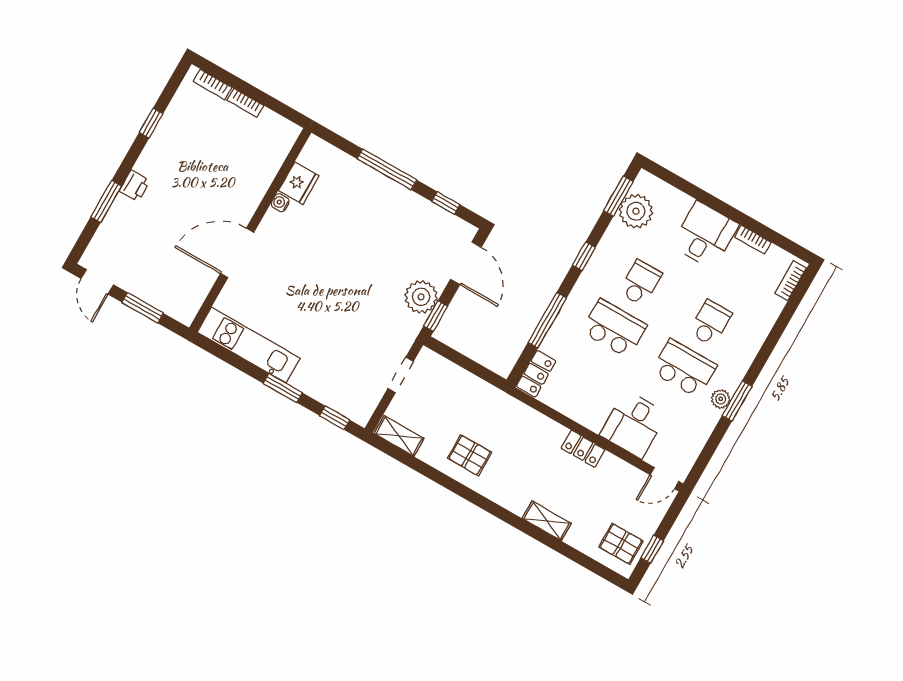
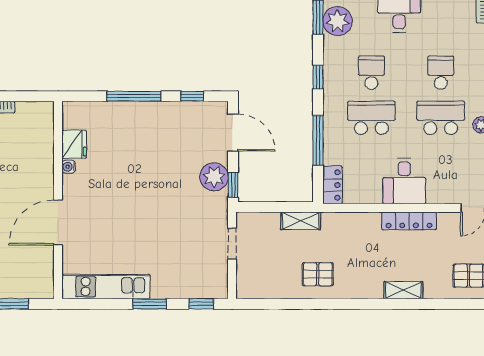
desk: (633, 424) -> (404, 181), moved
shelving: (399, 436) -> (301, 221), moved
locker: (583, 449) -> (409, 221), width x1.53

